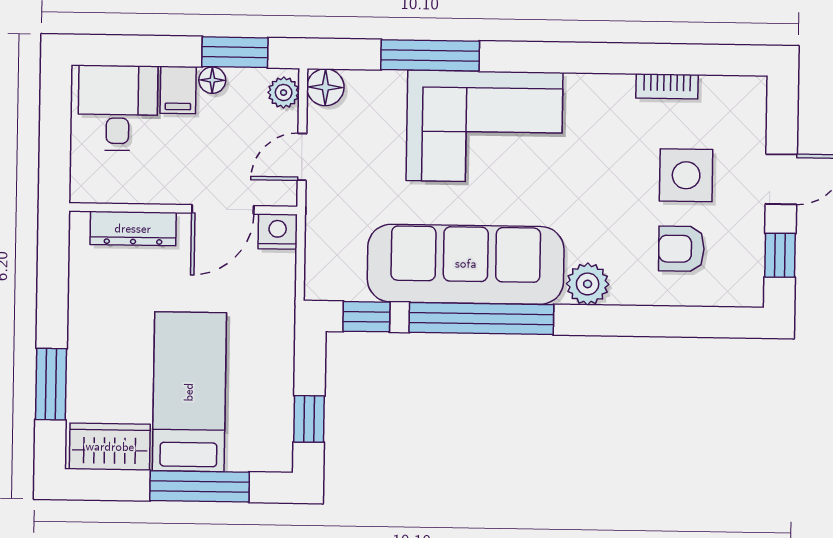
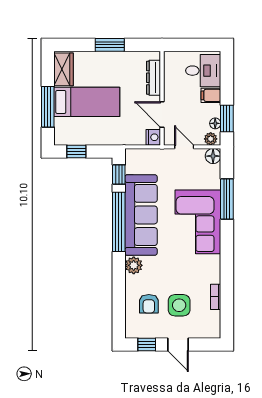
floor lamp: (212, 80) -> (215, 123), moved
armchair: (681, 249) -> (149, 304), turned 180
window: (51, 384) -> (110, 45), moved

